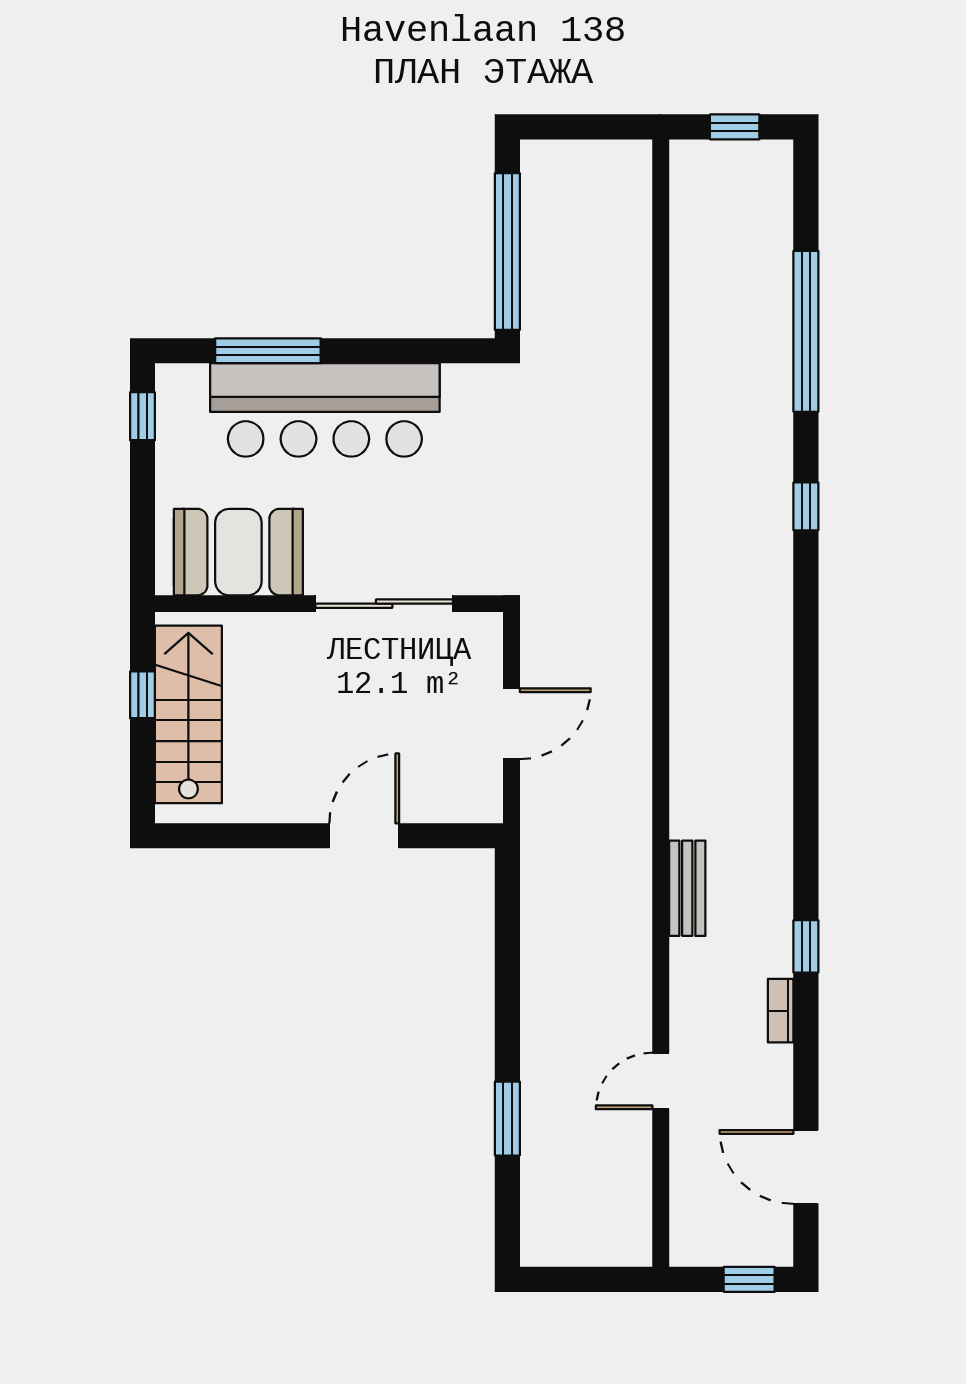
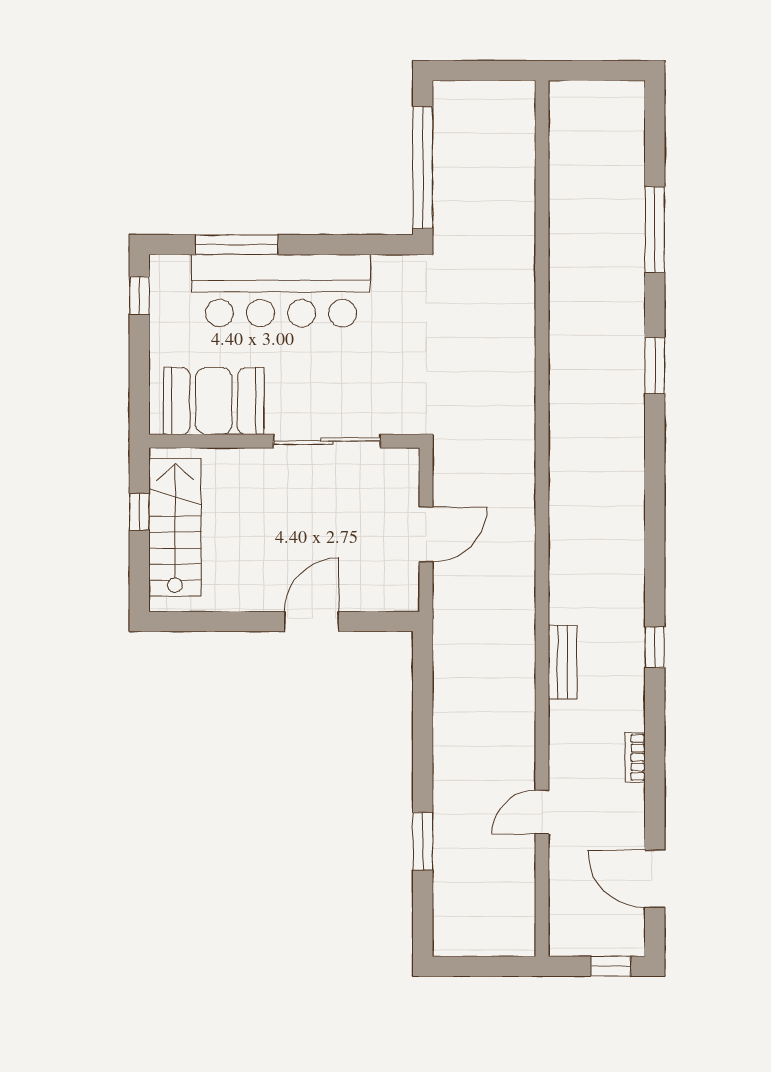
window: (735, 127) -> (599, 71), removed
window: (806, 331) -> (655, 229), width x0.68
window: (806, 506) -> (655, 366), width x1.50
window: (806, 946) -> (655, 647), moved

